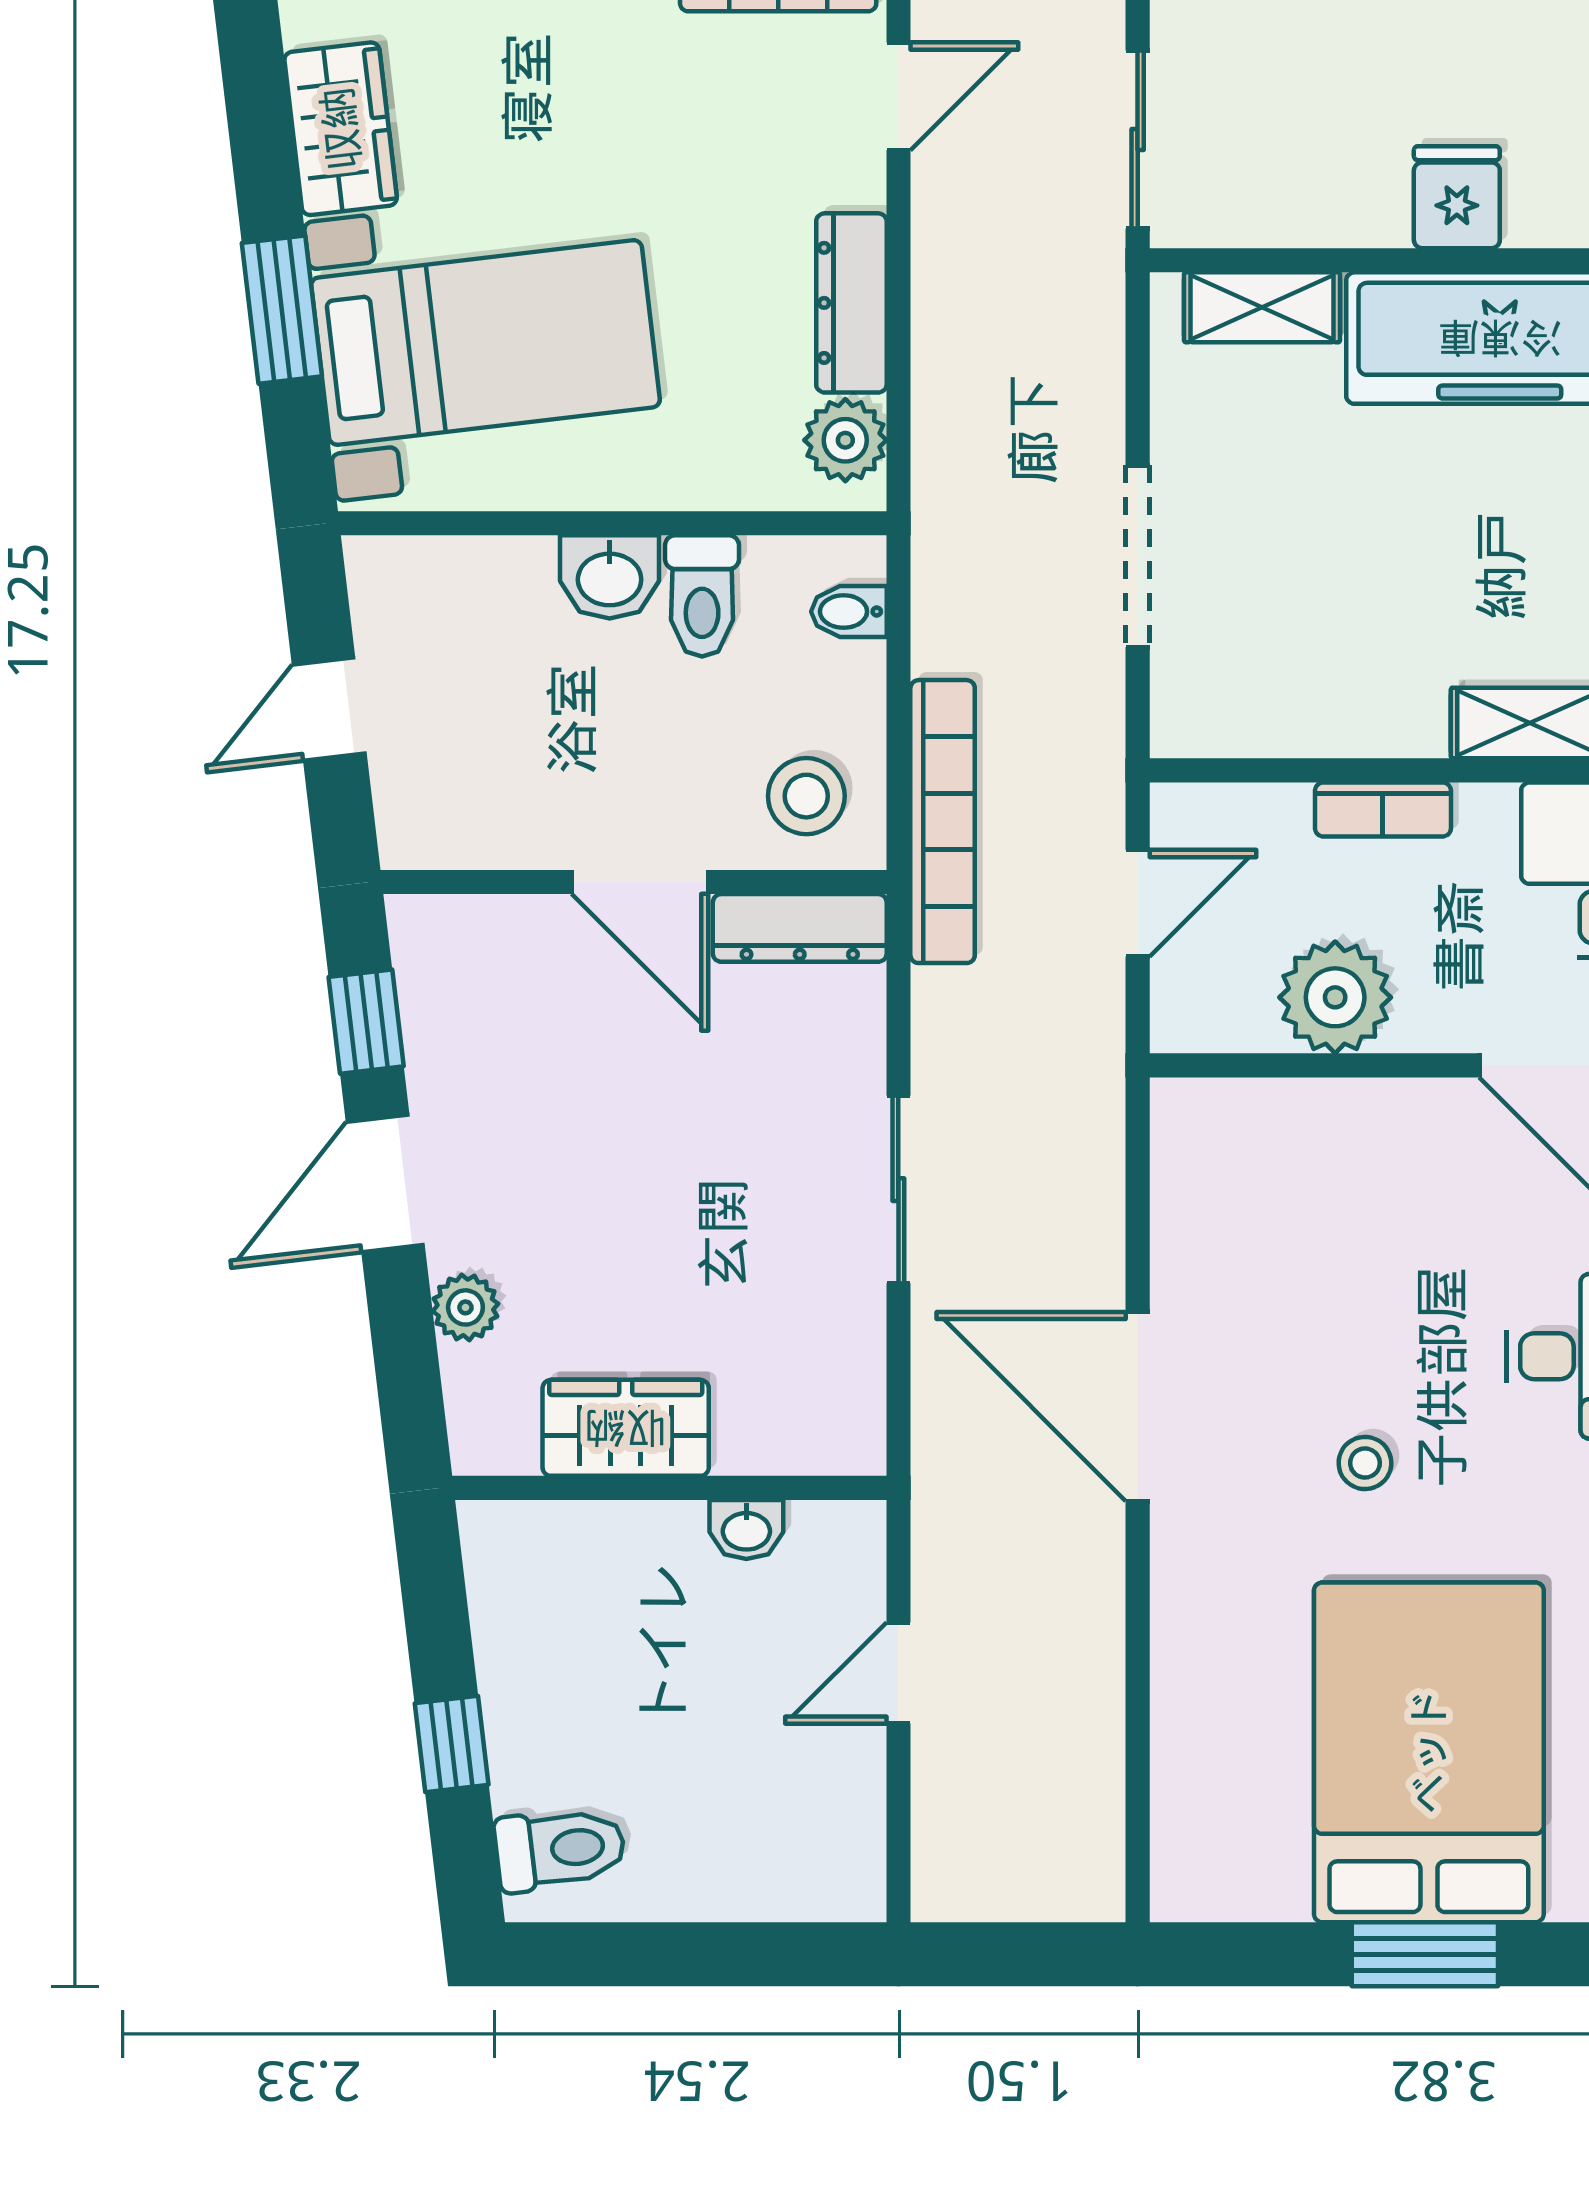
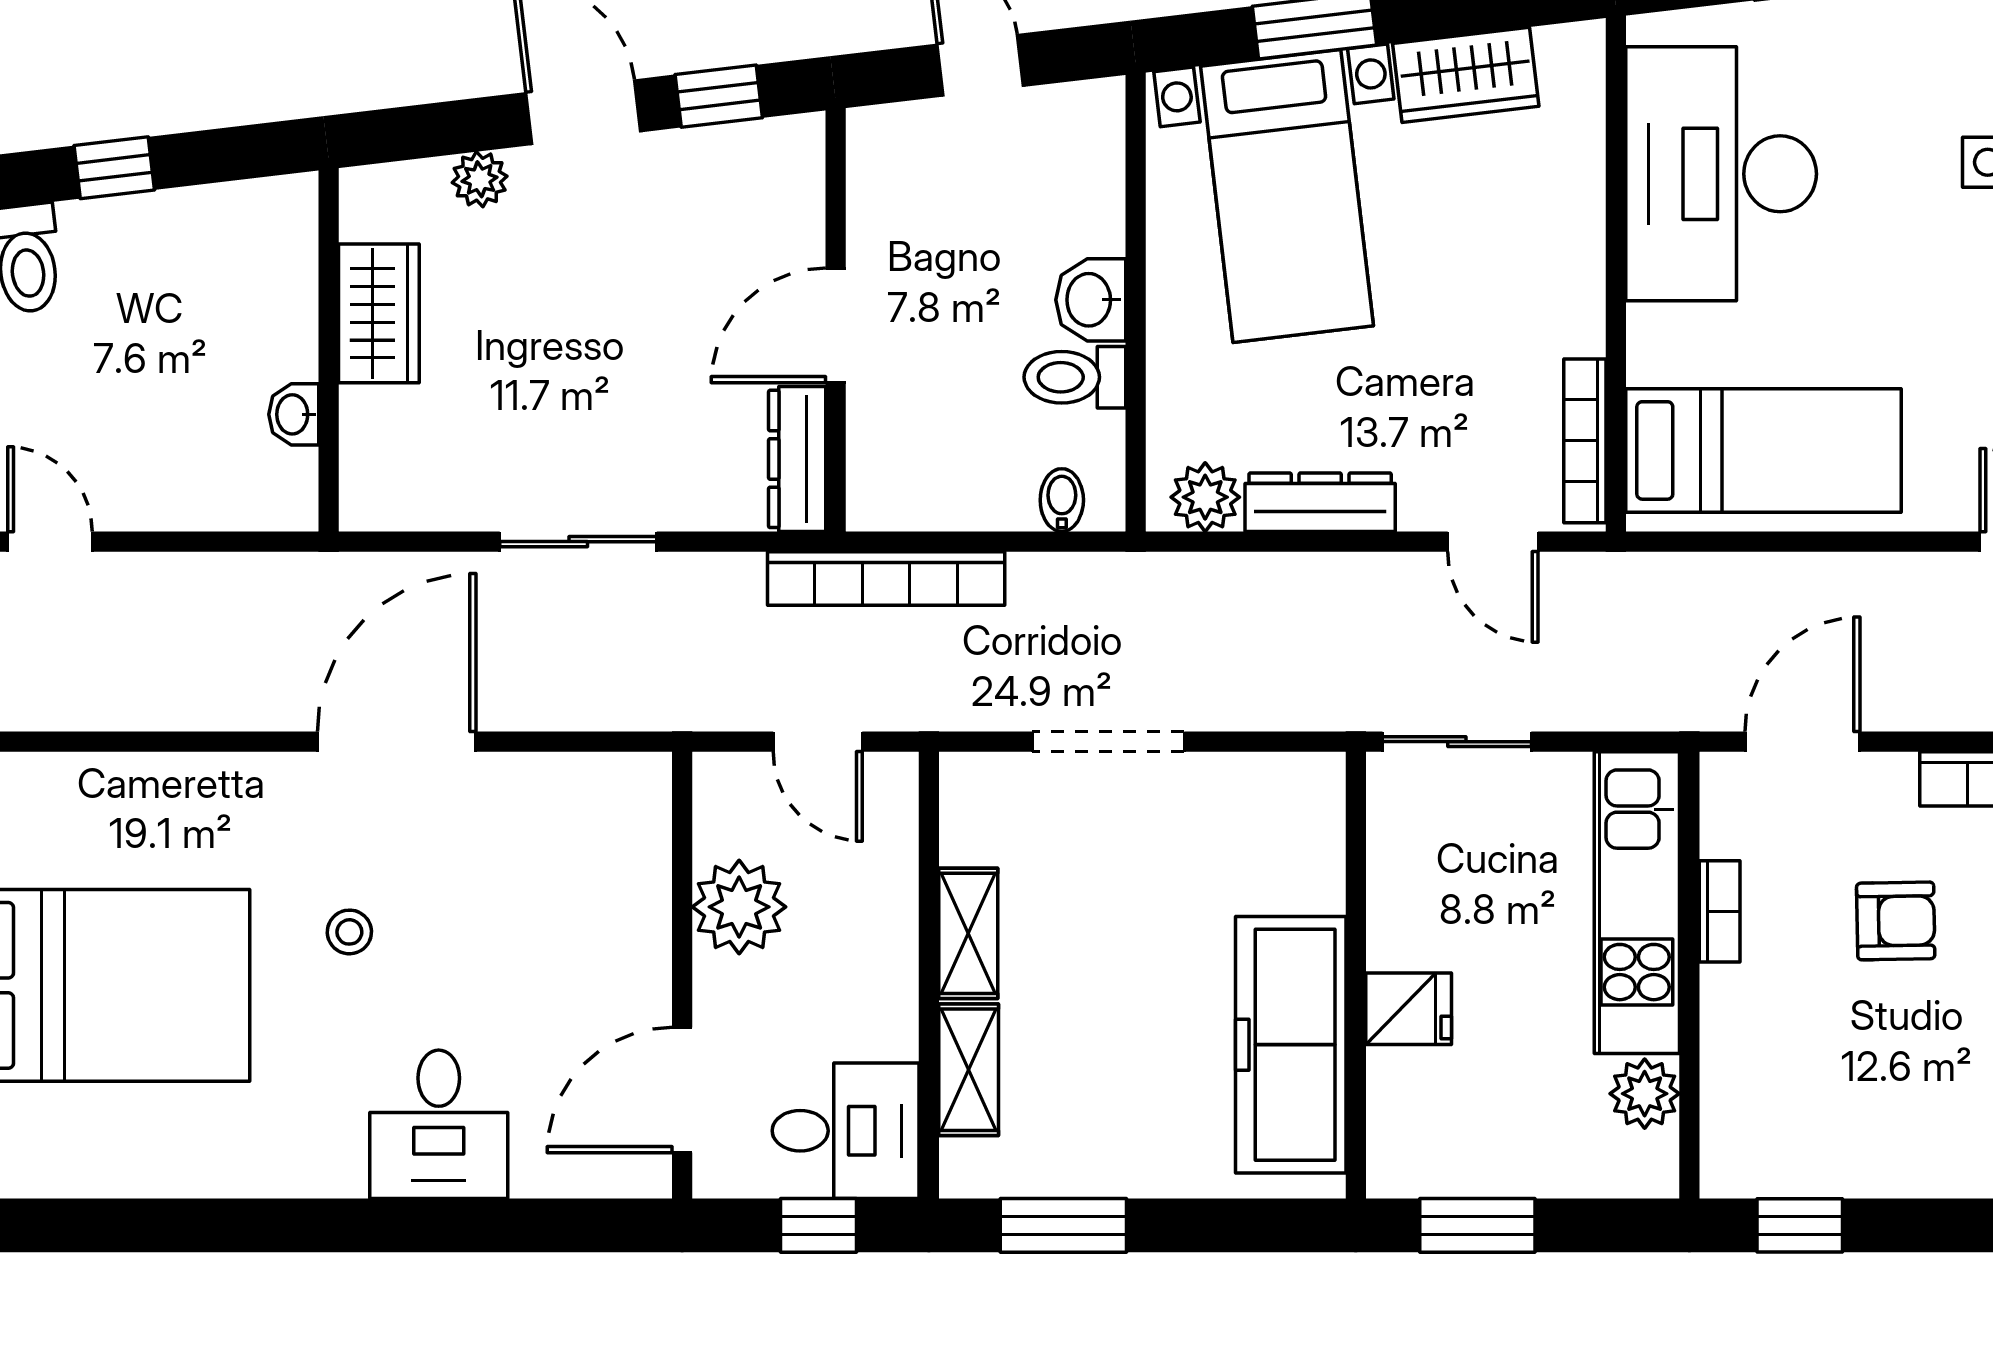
shelving: (1262, 307) -> (968, 933), moved
stool: (806, 796) -> (907, 464), removed
bookcase: (1383, 810) -> (896, 947), removed
door: (898, 1673) -> (50, 542), moved

